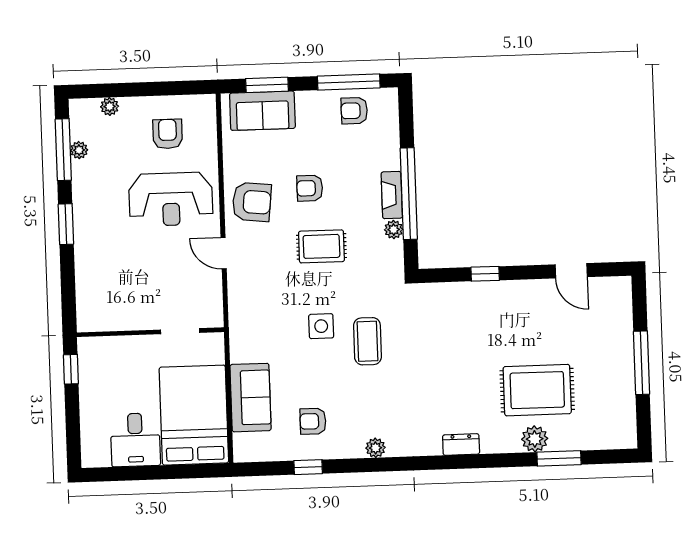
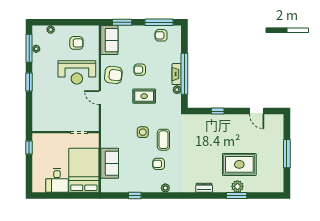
sofa: (262, 111) -> (109, 40), moved, turned -90
armchair: (168, 134) -> (76, 43), turned 90
armchair: (313, 421) -> (159, 164), moved
window: (559, 458) -> (237, 196), moved

